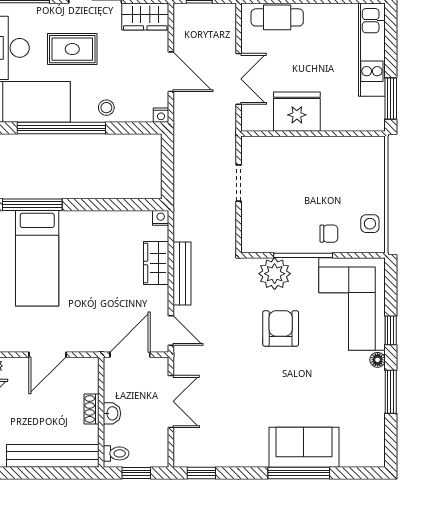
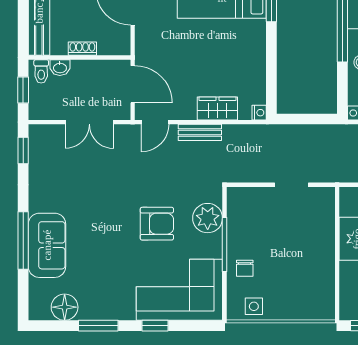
bench: (182, 274) -> (200, 132), width x0.73
floor lamp: (378, 360) -> (65, 307), moved, width x1.89, depth x1.89
washbasin: (112, 413) -> (60, 68), moved

